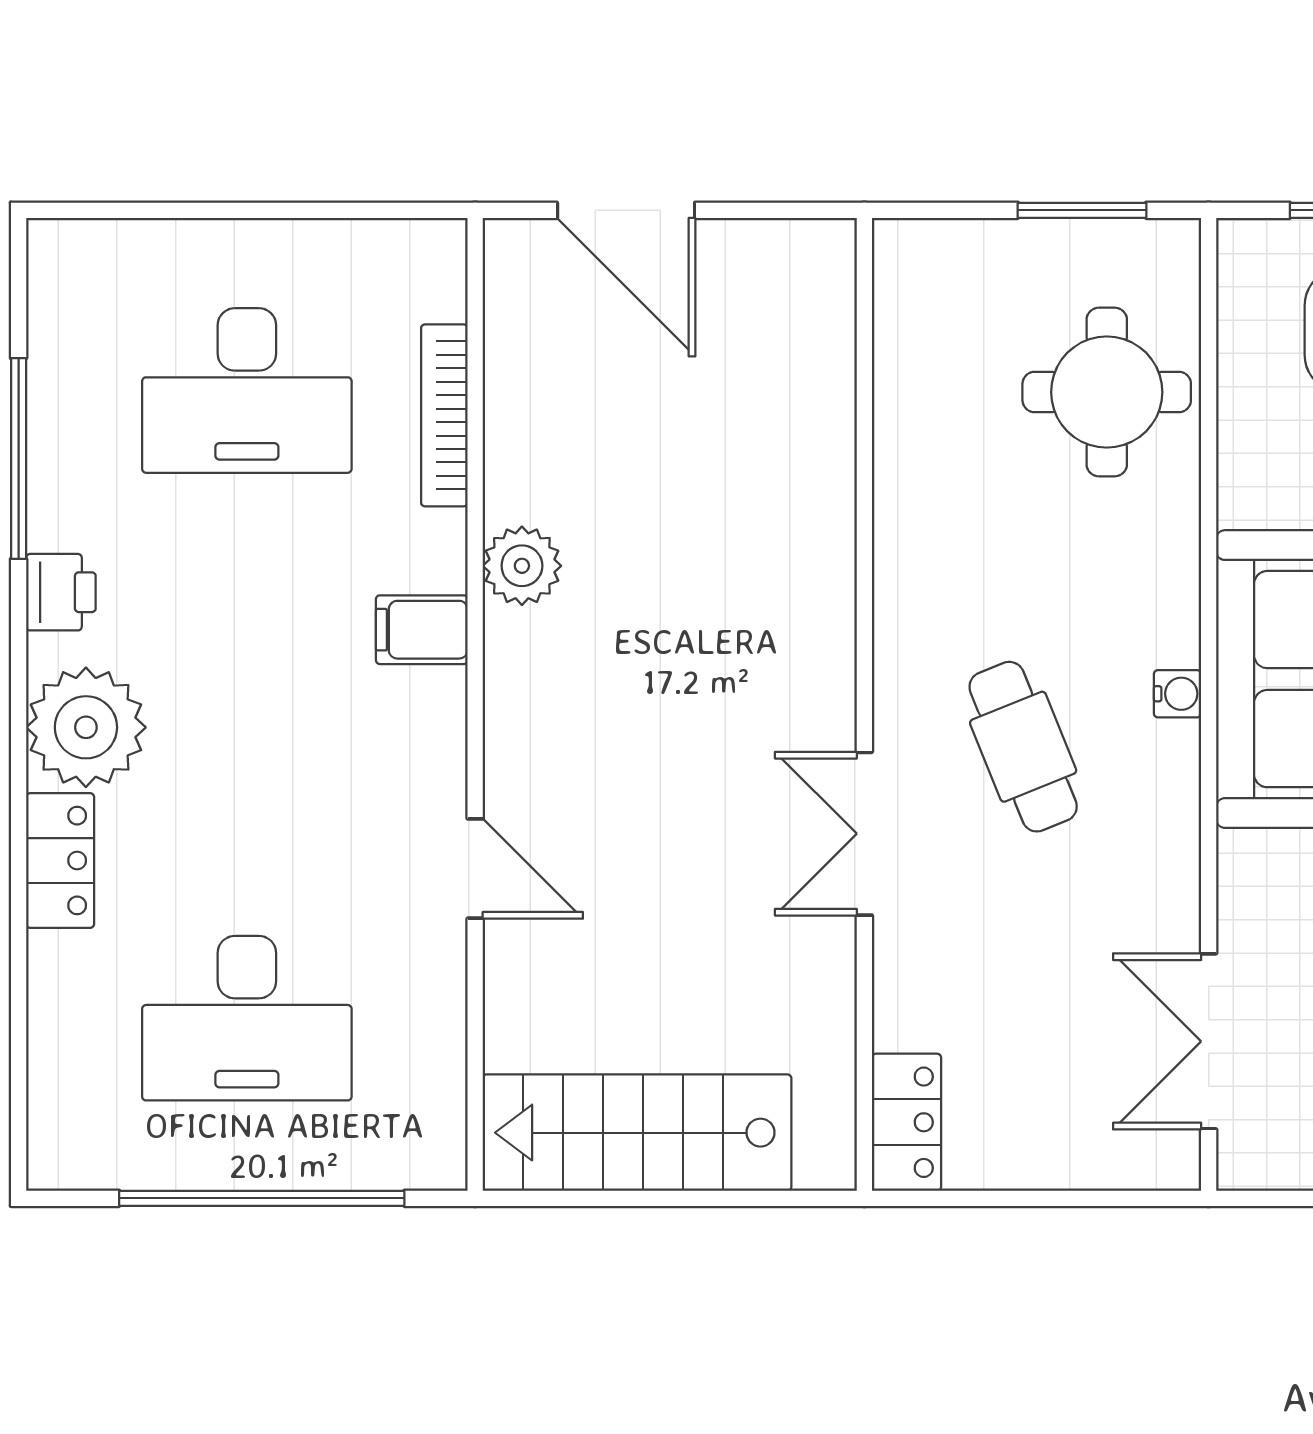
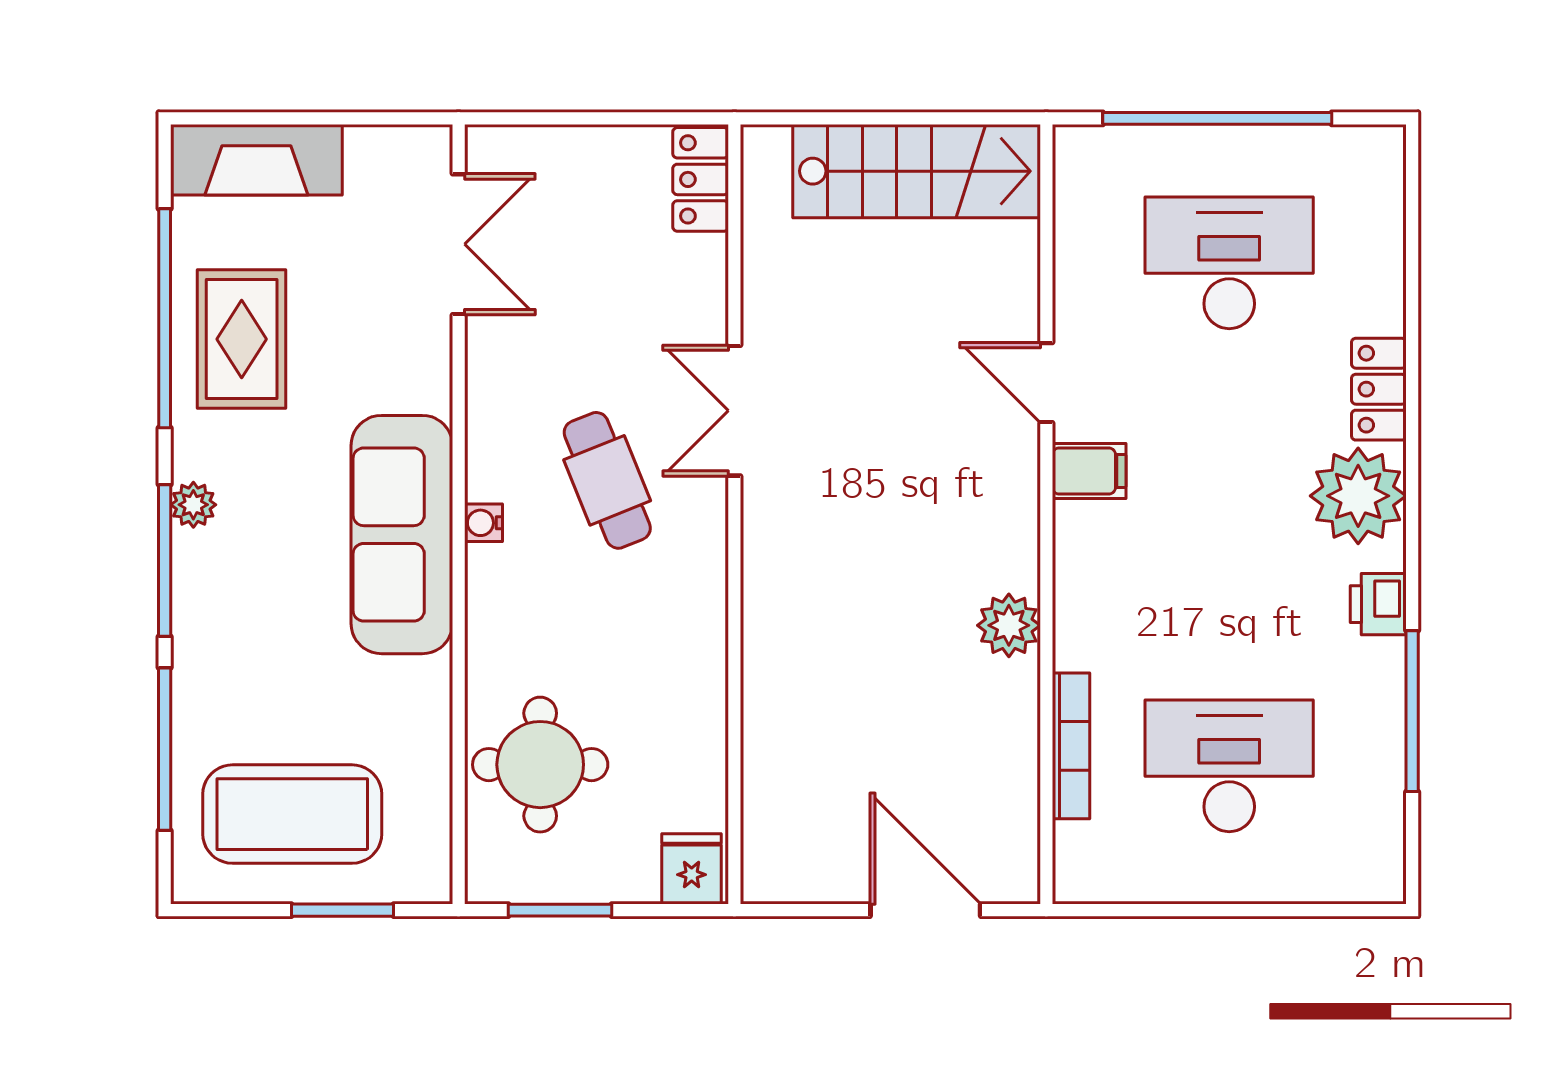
fridge: (918, 262) -> (692, 869), added
filing cabinet: (422, 630) -> (1089, 471), moved
double door: (864, 834) -> (734, 411), swing flipped

